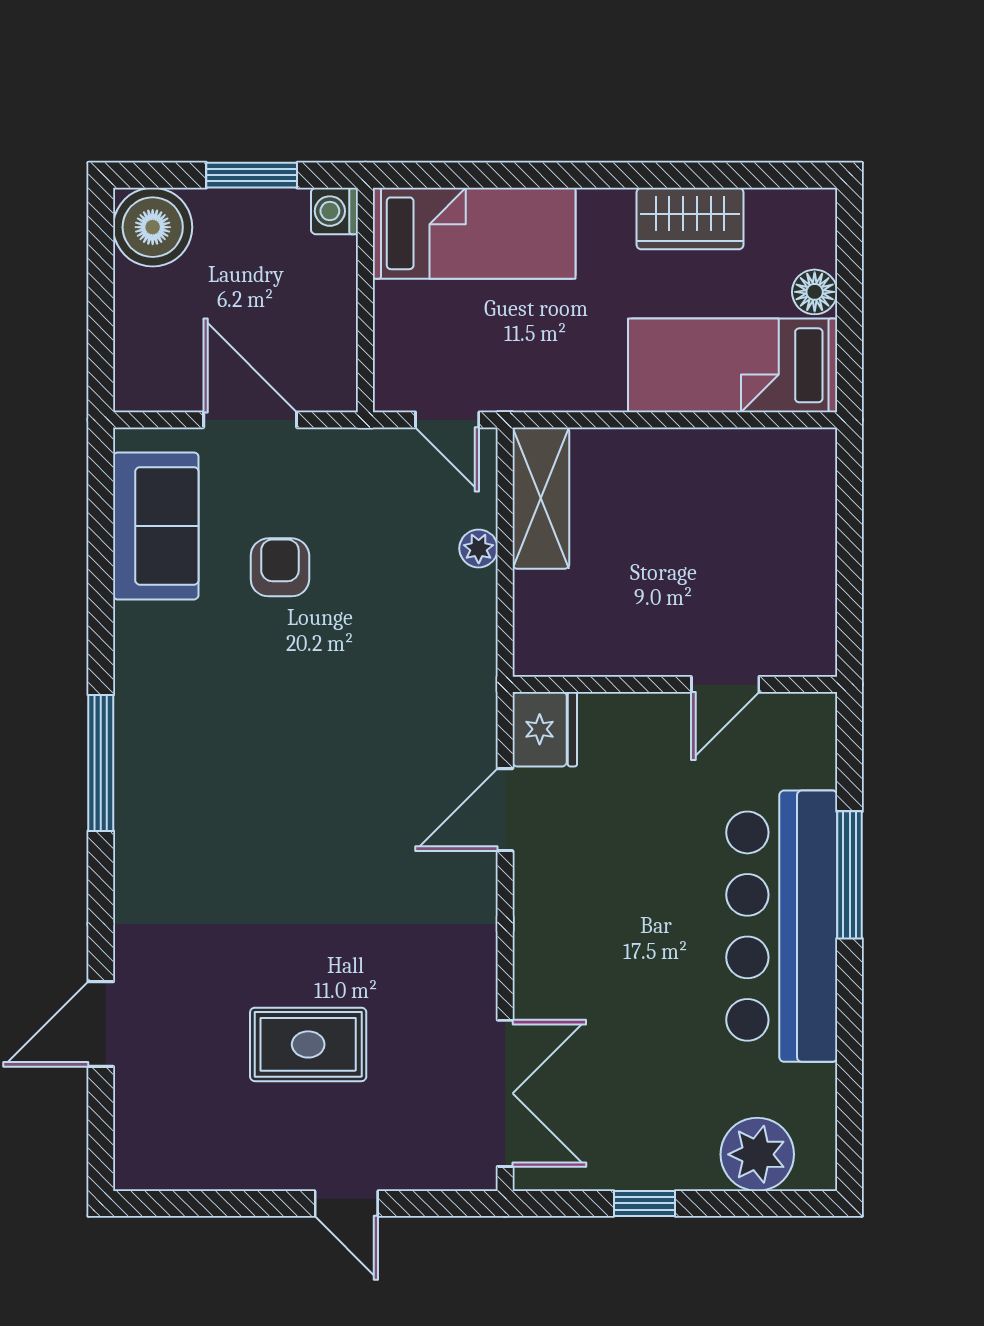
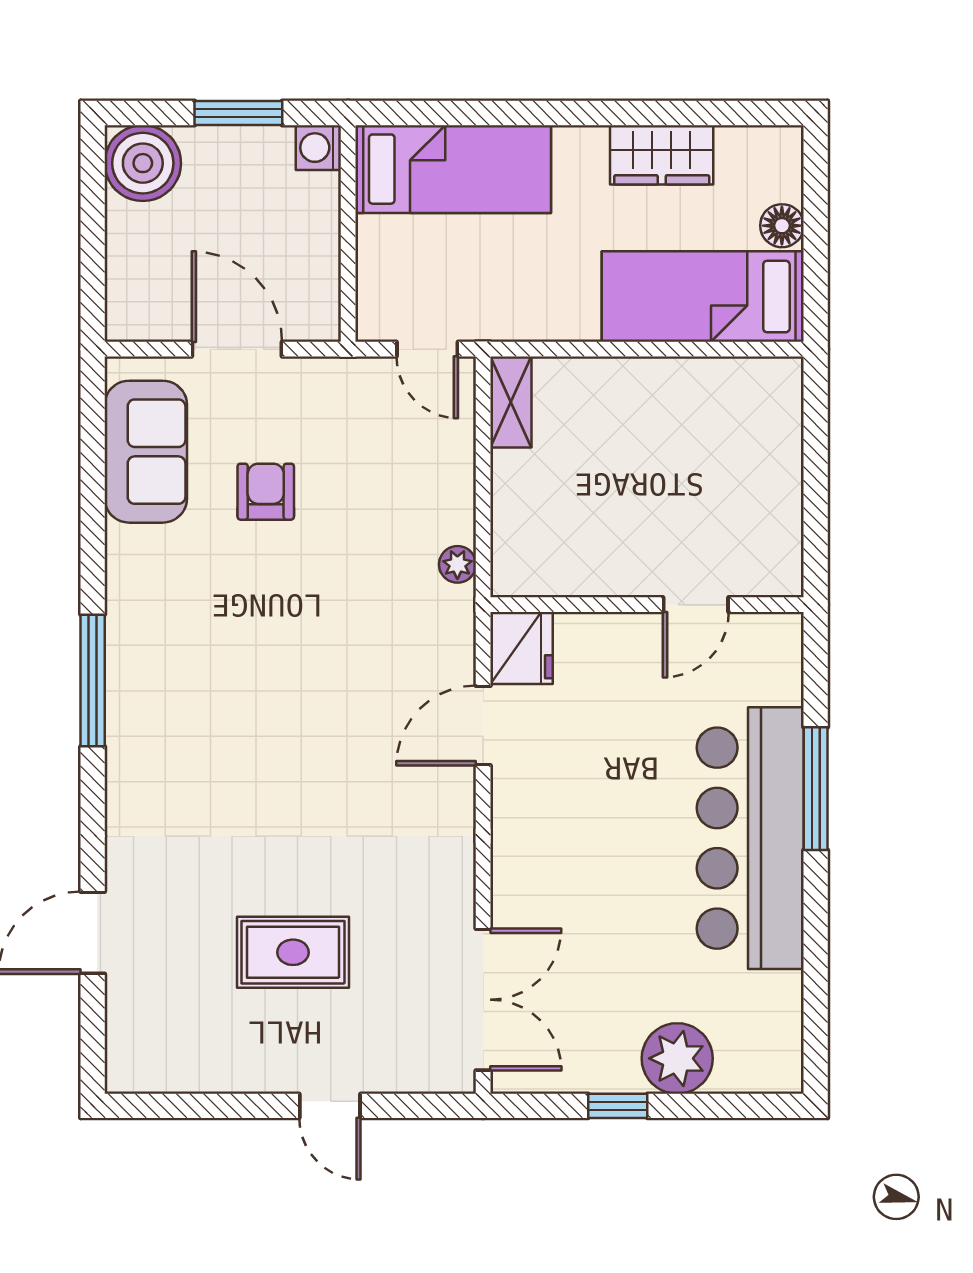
shelving: (541, 498) -> (511, 402), width x0.67, depth x0.75
plant: (479, 548) -> (457, 564), moved
plant: (757, 1154) -> (677, 1058), moved

